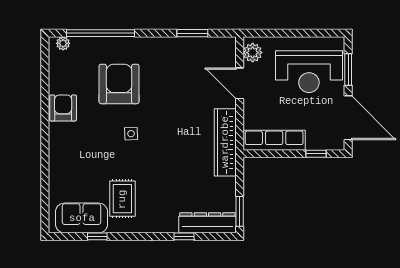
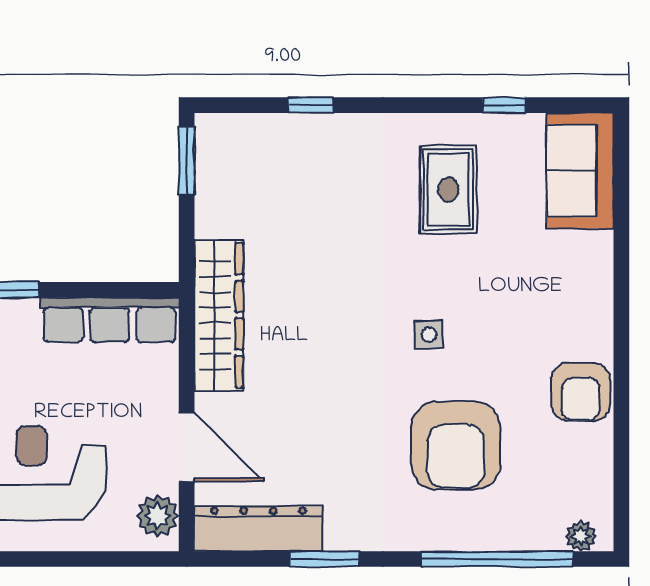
window: (192, 33) -> (324, 559), moved
sofa: (82, 218) -> (580, 171), moved, turned 90
dresser: (207, 223) -> (258, 529), moved, turned 180

